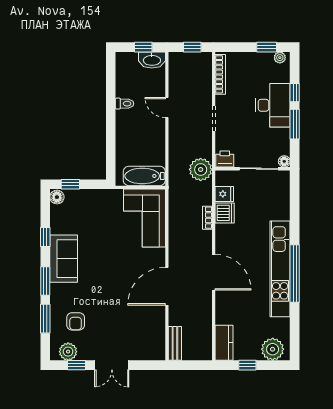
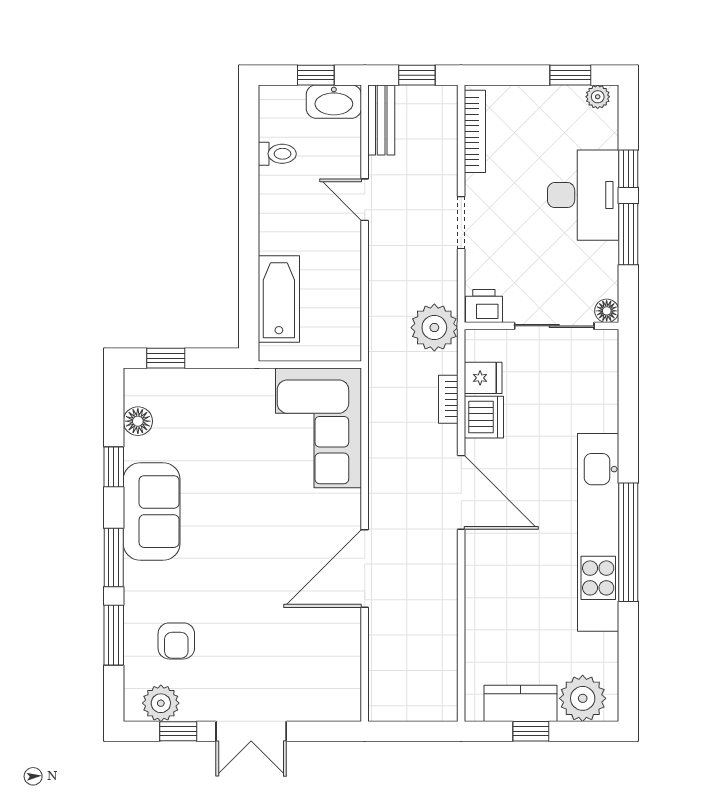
toilet: (125, 104) -> (277, 154), moved
bathtub: (144, 176) -> (279, 299), moved, turned 90
floor lamp: (57, 197) -> (138, 421), moved
bookcase: (207, 218) -> (448, 399), moved
door: (214, 272) -> (461, 492), moved
bench: (175, 343) -> (381, 120), moved
kitchen counter: (224, 343) -> (521, 703), moved, turned -90

